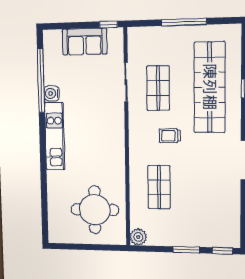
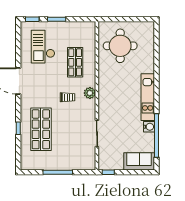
sofa: (85, 42) -> (139, 161), moved
shop shelf: (210, 87) -> (41, 129), width x0.71
shop shelf: (158, 88) -> (75, 129), removed
checkout: (206, 210) -> (43, 47), added
plant: (138, 237) -> (90, 93), moved

